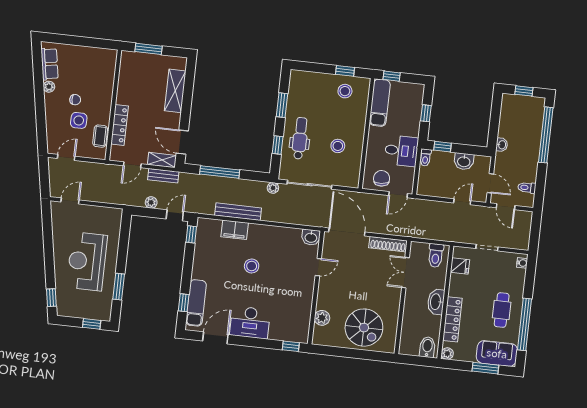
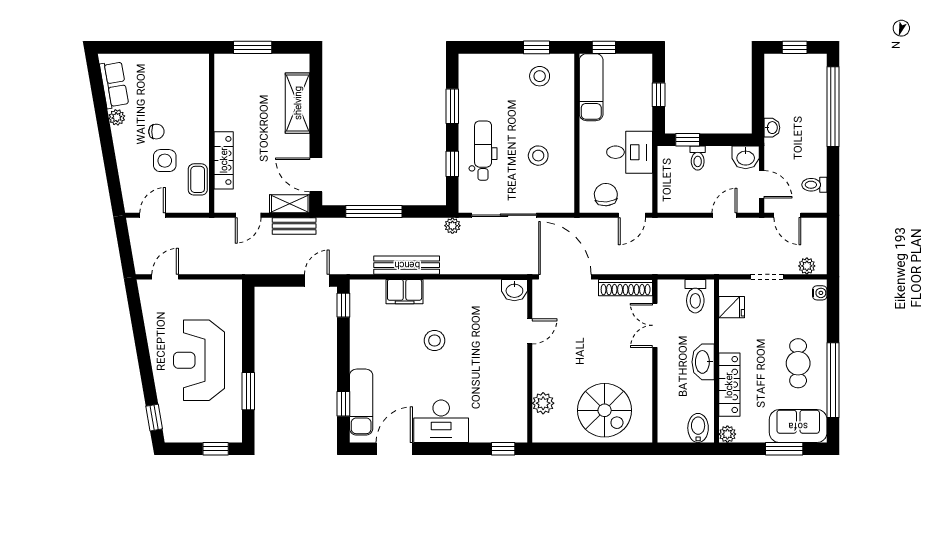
toilet: (425, 158) -> (698, 158), moved
washbasin: (464, 161) -> (746, 157), moved
plant: (151, 202) -> (807, 266), moved

